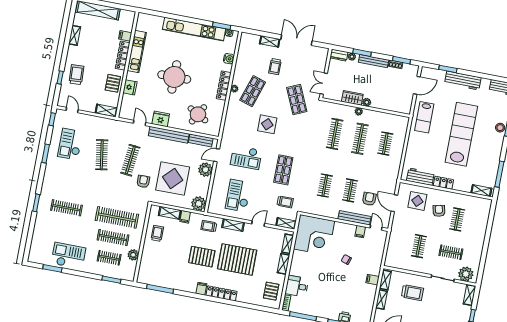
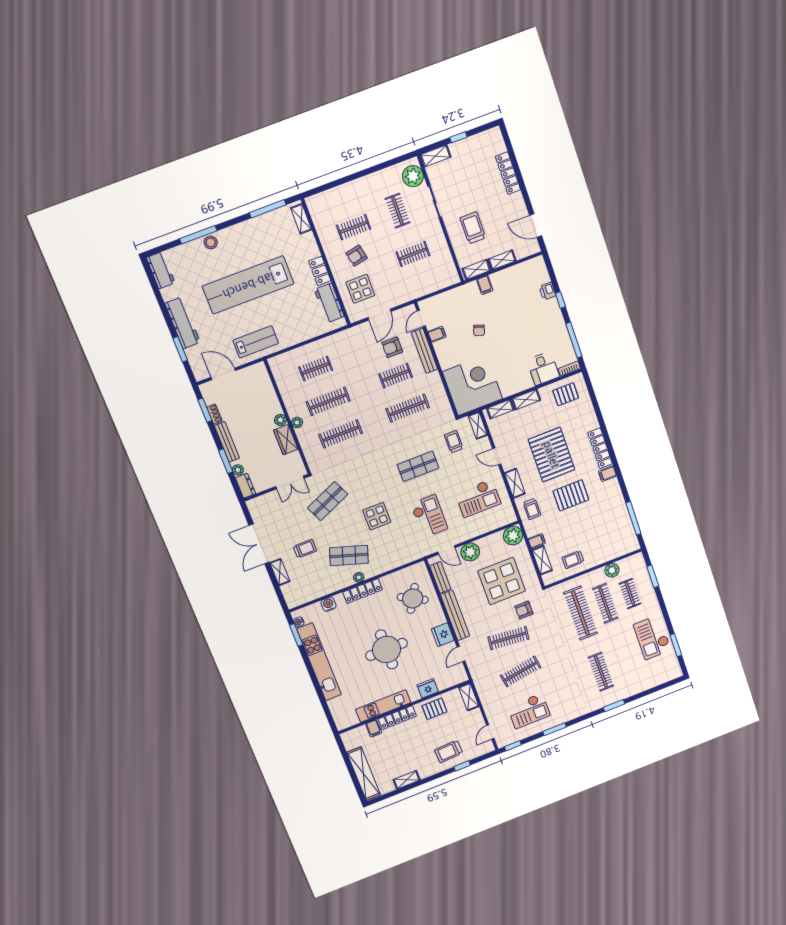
clothes rail: (325, 186) -> (408, 408), width x1.36
pallet: (202, 257) -> (571, 495), turned 90

